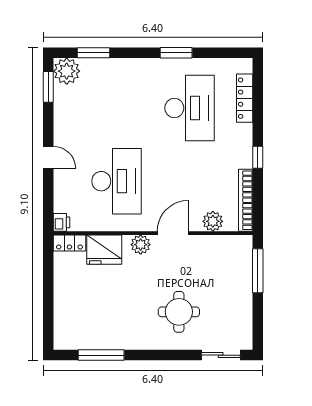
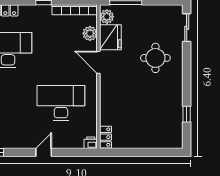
plant: (141, 245) -> (107, 17), moved
fridge: (104, 250) -> (110, 37), moved
window: (101, 355) -> (187, 114), width x0.46

